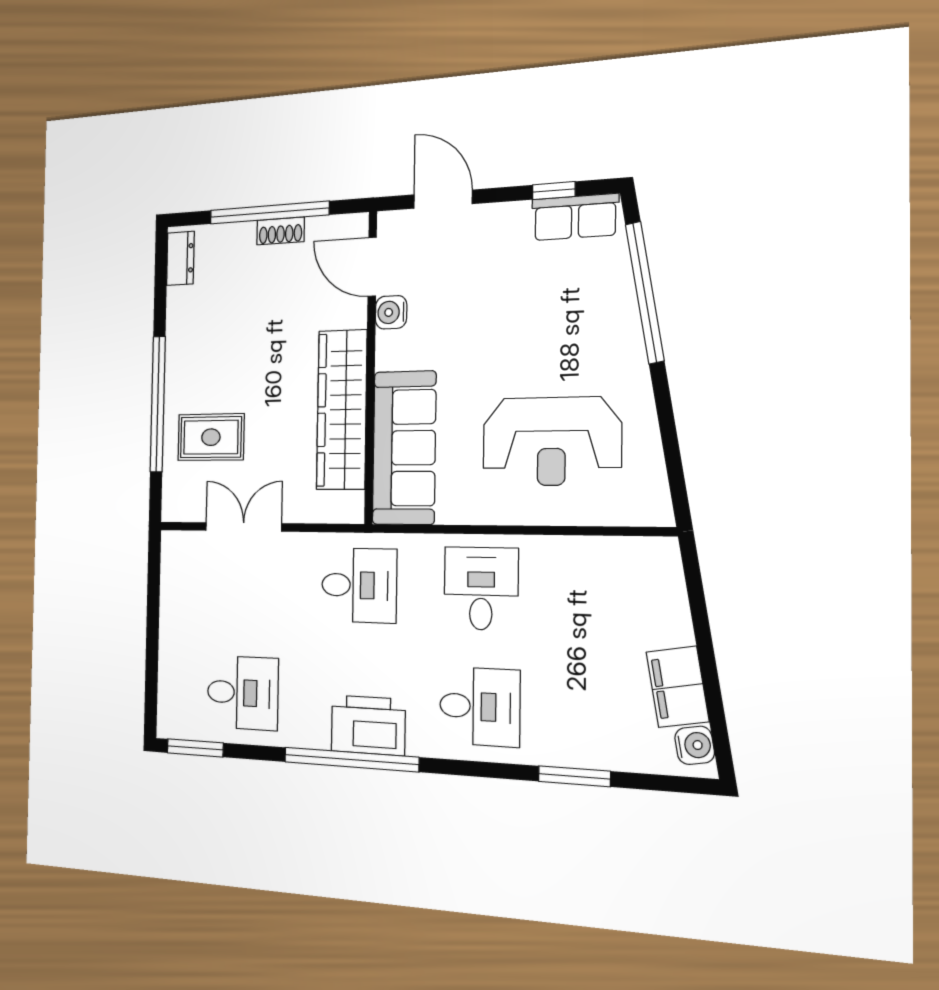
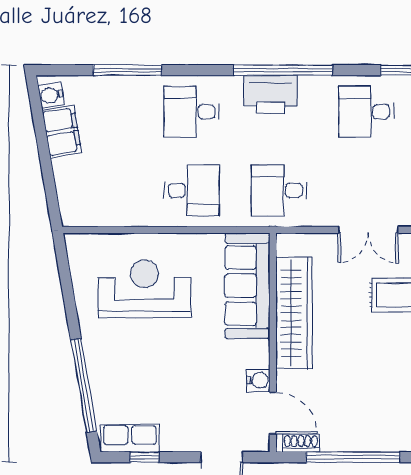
shoe rack: (281, 231) -> (301, 443), moved
desk: (481, 588) -> (192, 190), turned -90
window: (574, 776) -> (127, 70), width x1.44

